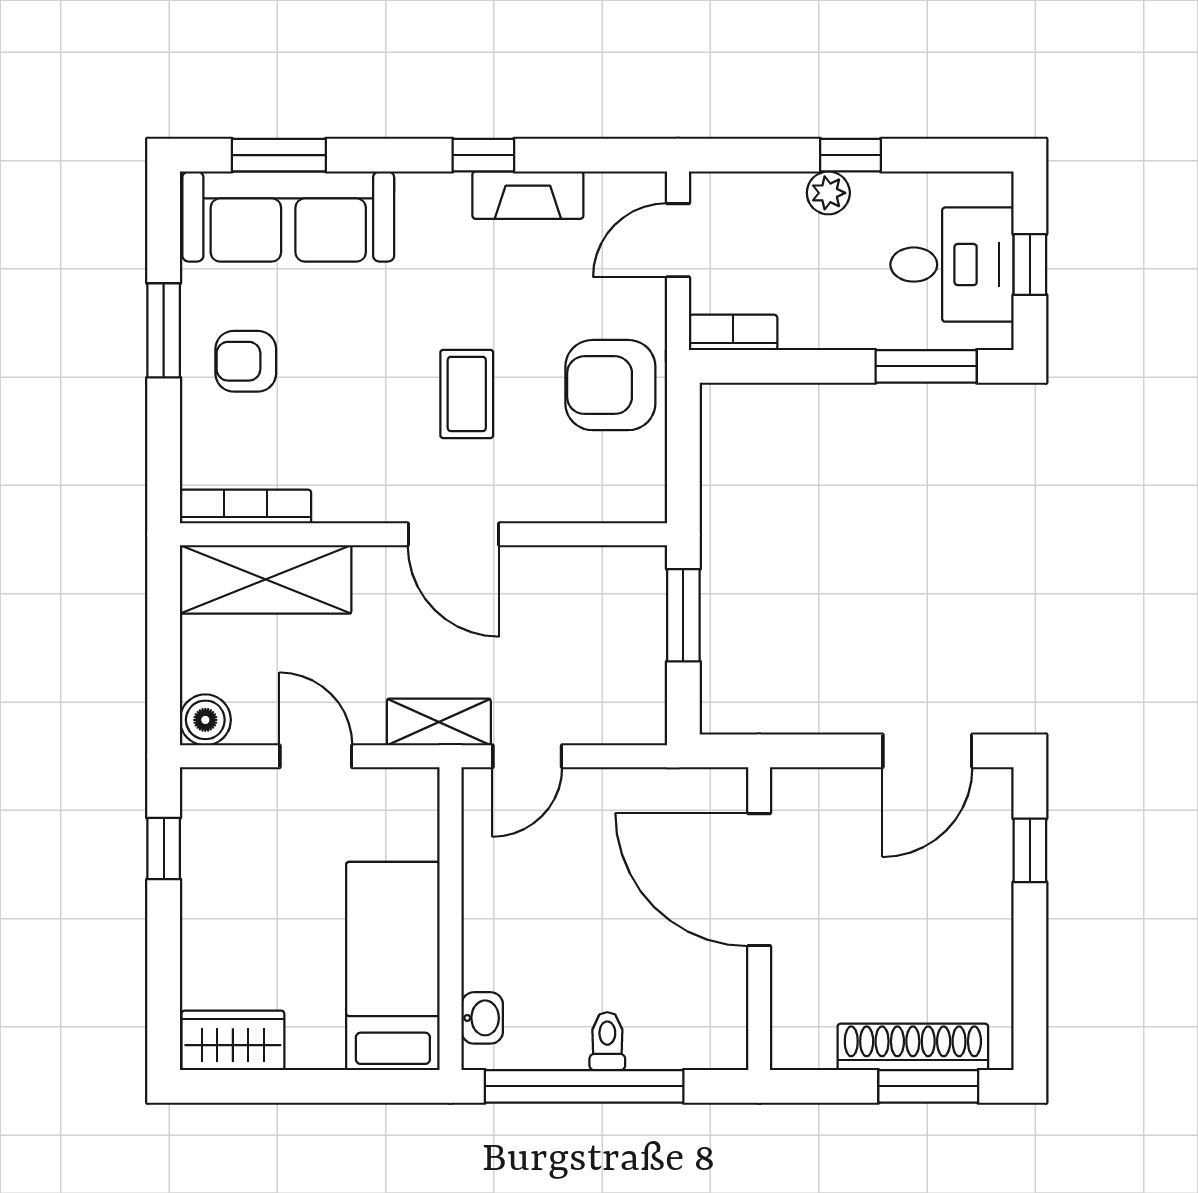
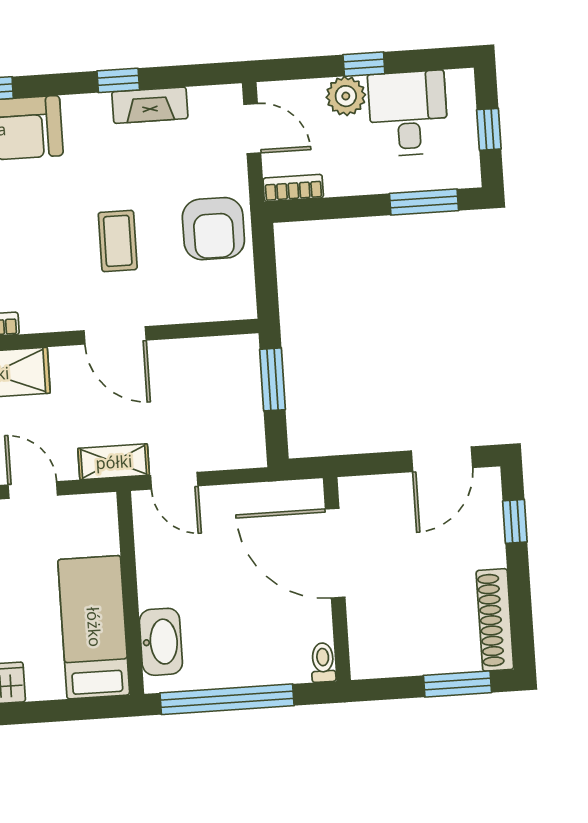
plant: (828, 193) -> (346, 96), width x1.38, depth x1.38
door: (678, 240) -> (252, 129), swing flipped
desk: (952, 265) -> (408, 113), moved, turned -90
armchair: (610, 385) -> (213, 229), turned -90
door: (527, 756) -> (174, 481), hinge flipped
washbasin: (482, 1018) -> (161, 642), width x1.91, depth x1.45
toilet: (607, 1041) -> (323, 662), moved
shoe rack: (913, 1047) -> (495, 620), moved, turned -90

